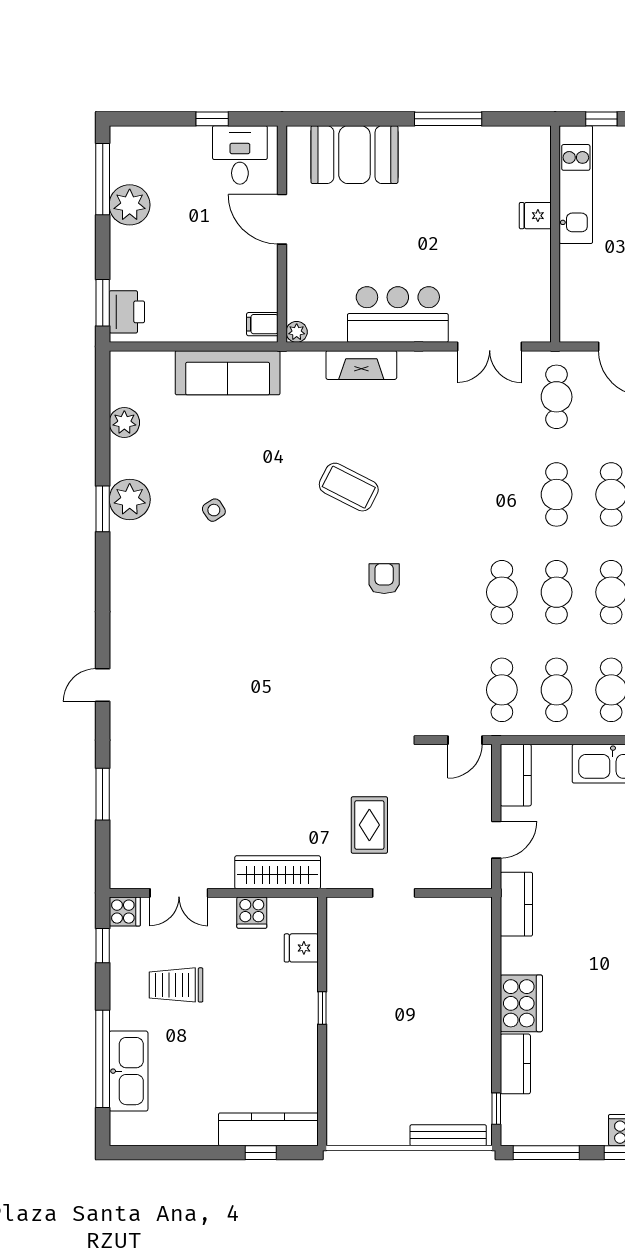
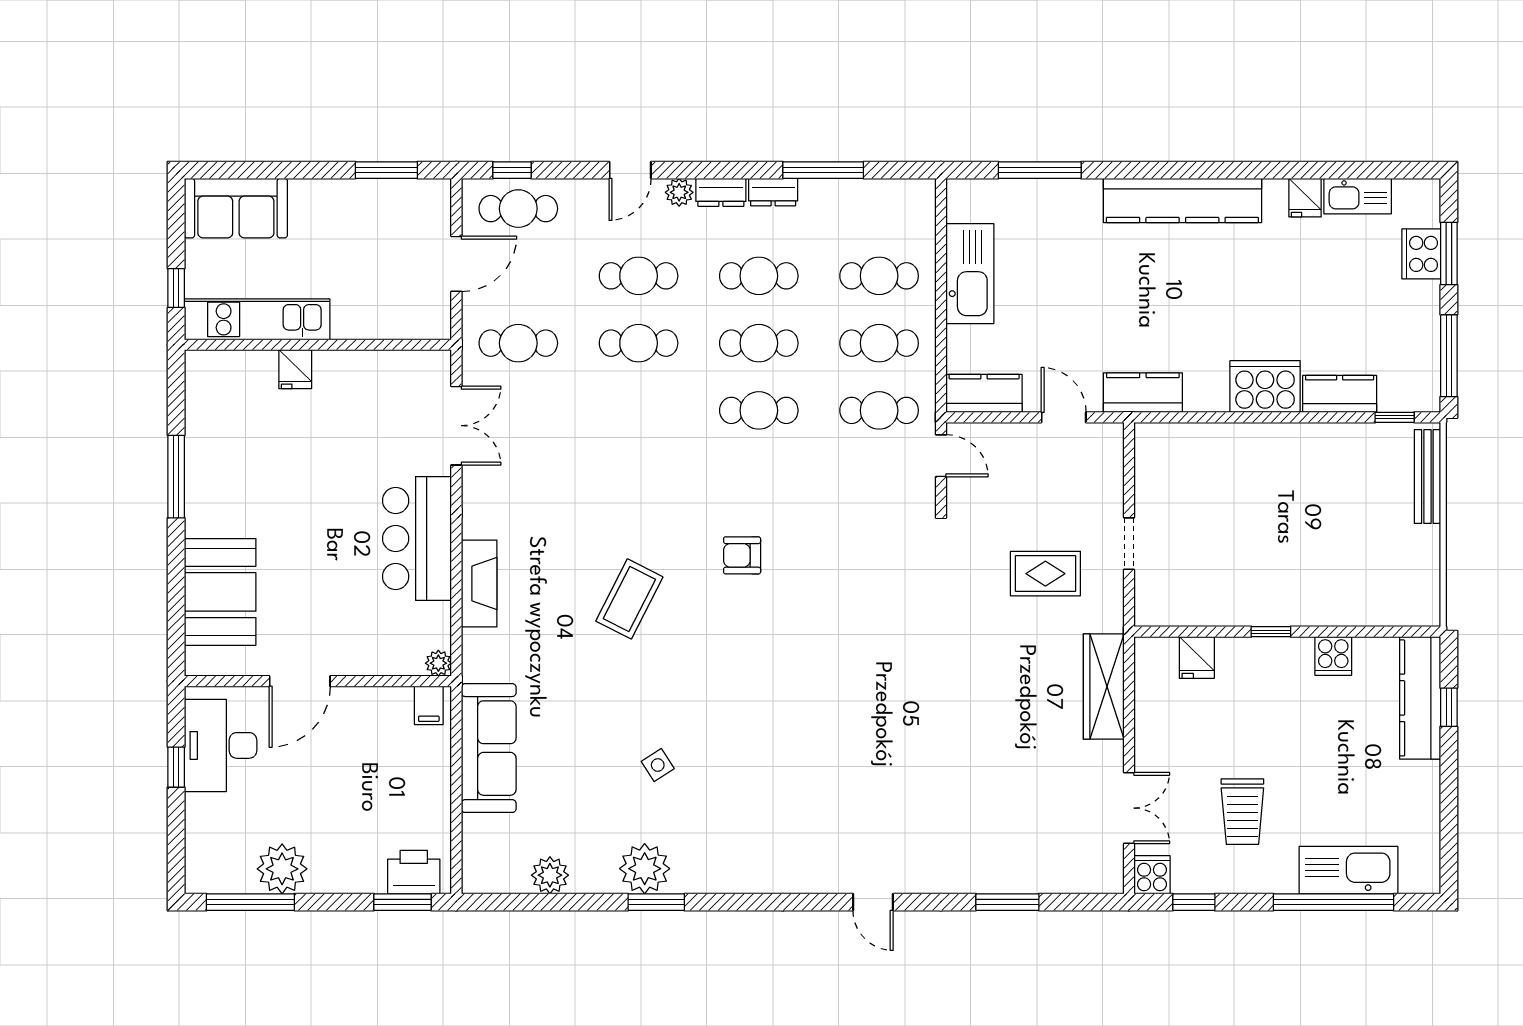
desk: (240, 155) -> (221, 745), width x1.37
cooker: (252, 913) -> (1333, 656), moved, turned 90

